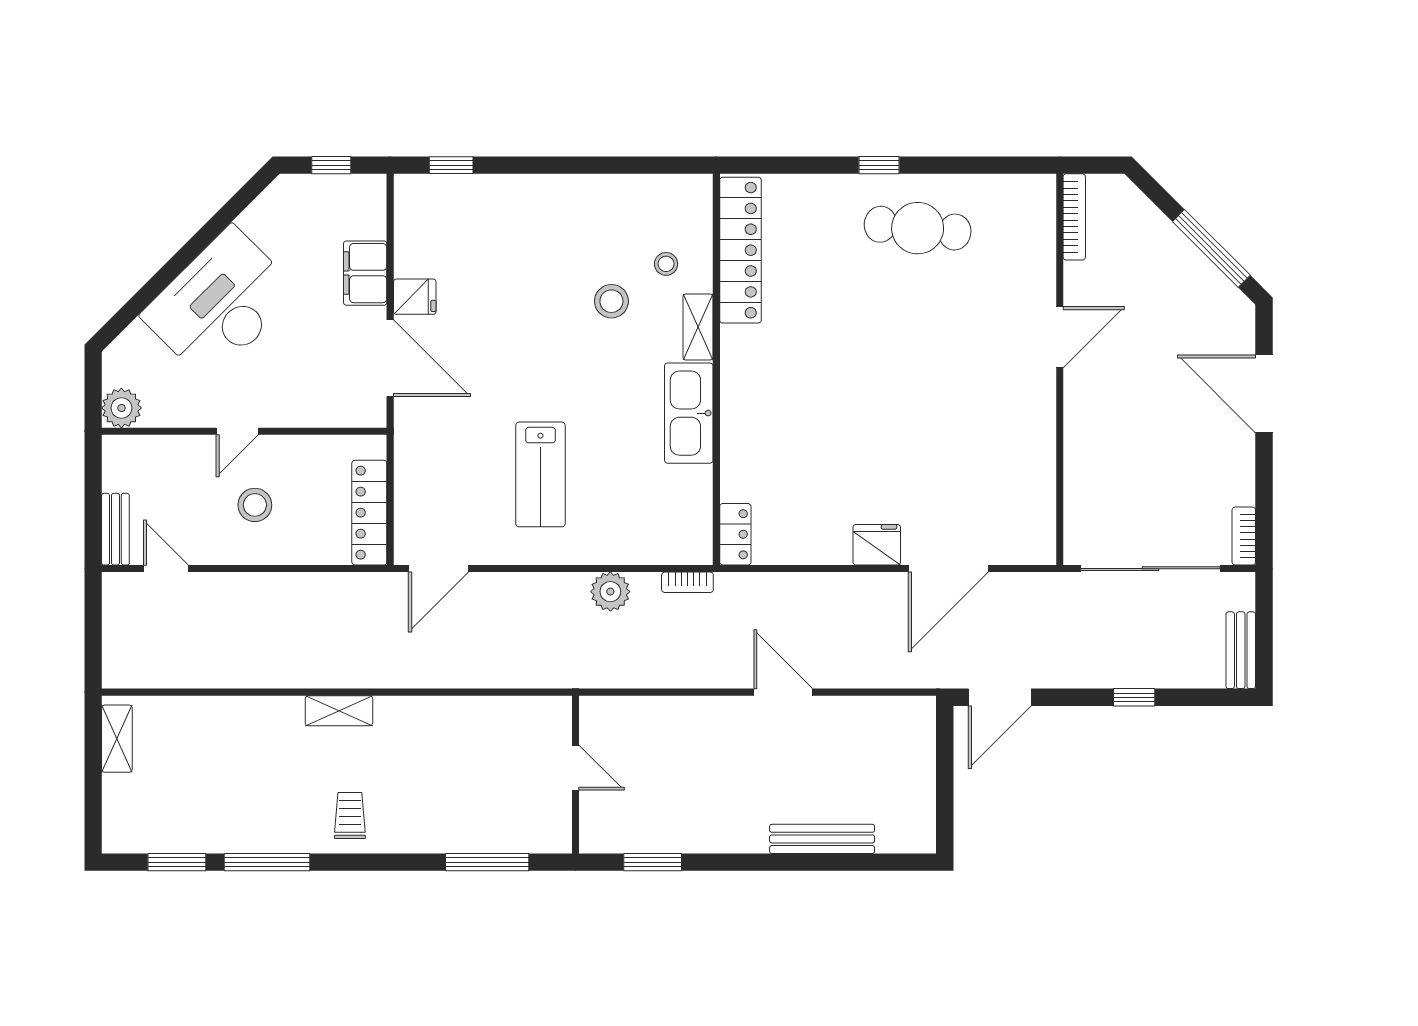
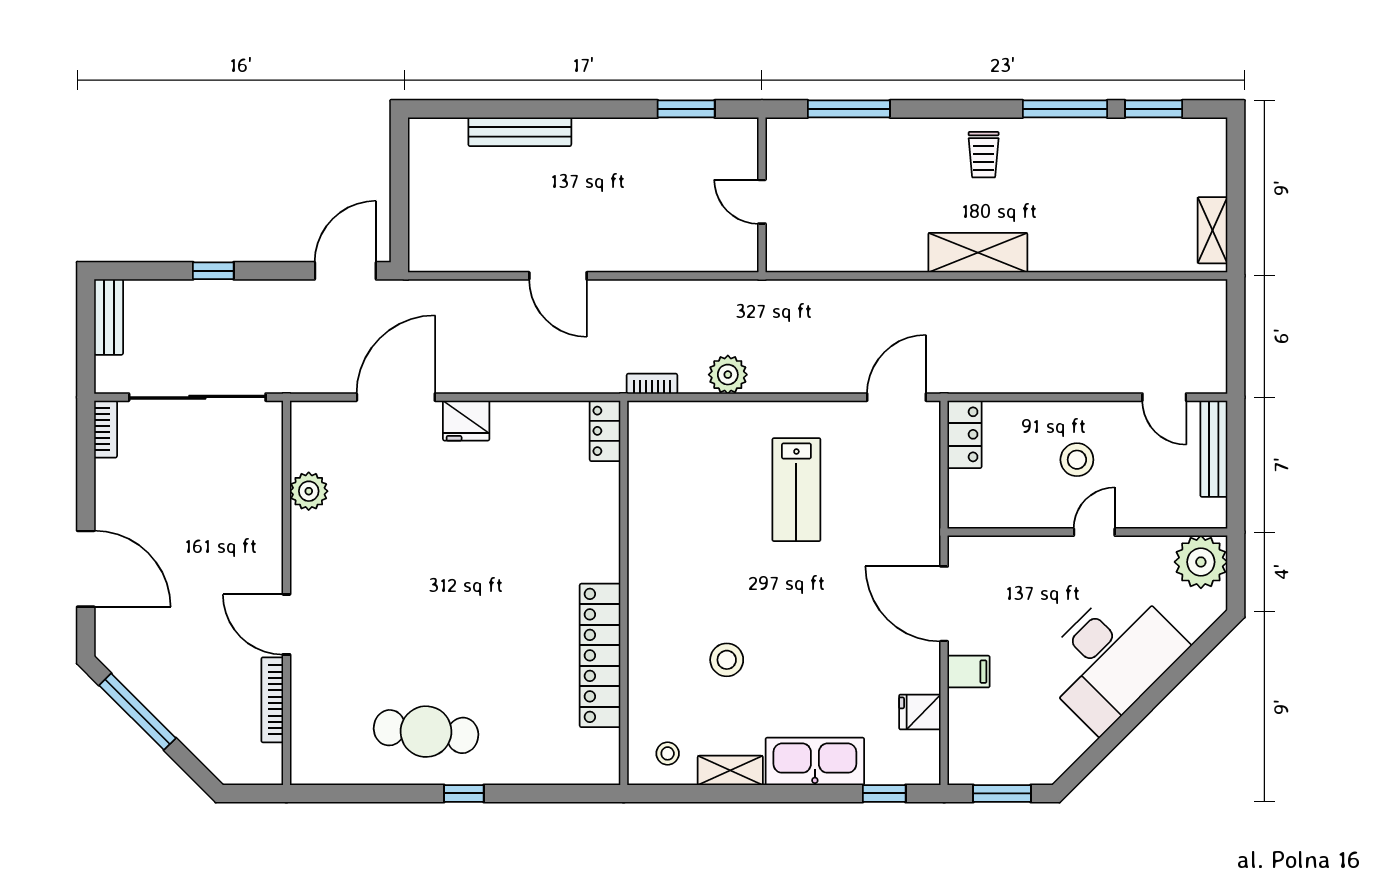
window: (331, 165) -> (1002, 793), width x1.50
bookcase: (1074, 217) -> (272, 700), moved
locker: (740, 250) -> (600, 655), moved
stool: (666, 264) -> (668, 753), moved
filing cabinet: (365, 273) -> (969, 672), width x0.50
fridge: (415, 297) -> (920, 712), moved
shelving: (698, 327) -> (730, 770), moved, turned 90
door: (1060, 337) -> (286, 624), hinge flipped
plant: (121, 408) -> (1201, 562), width x1.36, depth x1.36
kitchen sink: (689, 413) -> (815, 761), moved, turned -90
plant: (1037, 473) -> (309, 491), added
lab bench: (540, 474) -> (796, 490), turned 180
locker: (369, 513) -> (965, 434), width x0.66
bench: (115, 529) -> (1214, 449), width x1.36
shelving: (339, 711) -> (978, 253), width x1.50, depth x1.33

